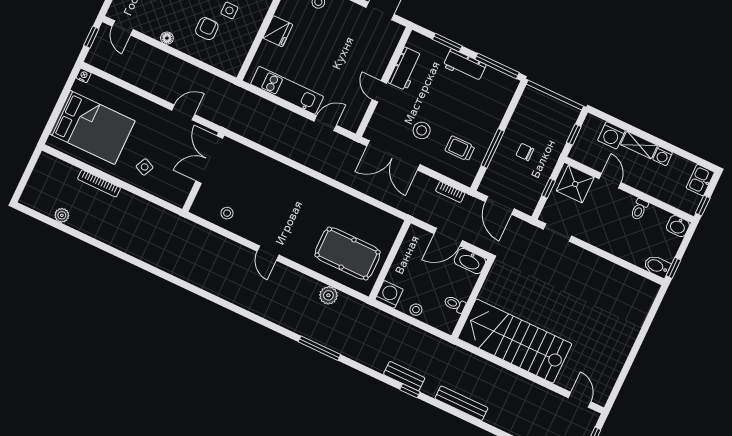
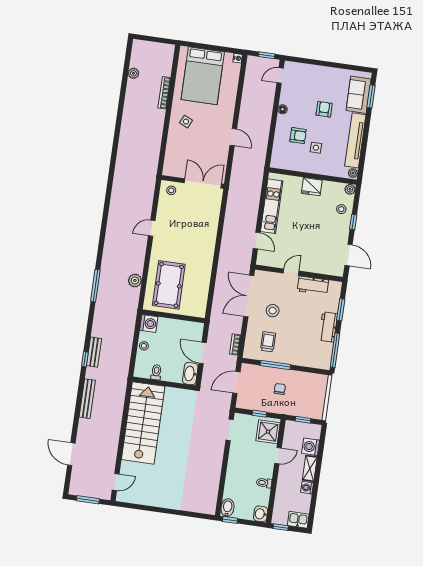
double door: (209, 160) -> (203, 183), moved
wall: (203, 172) -> (193, 182), moved

